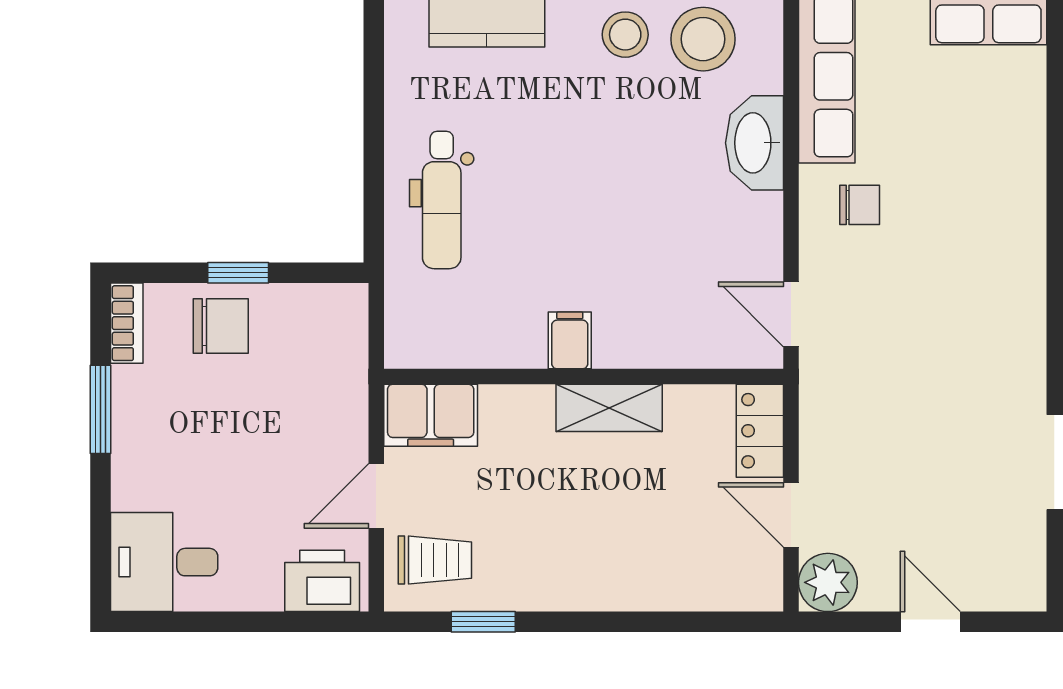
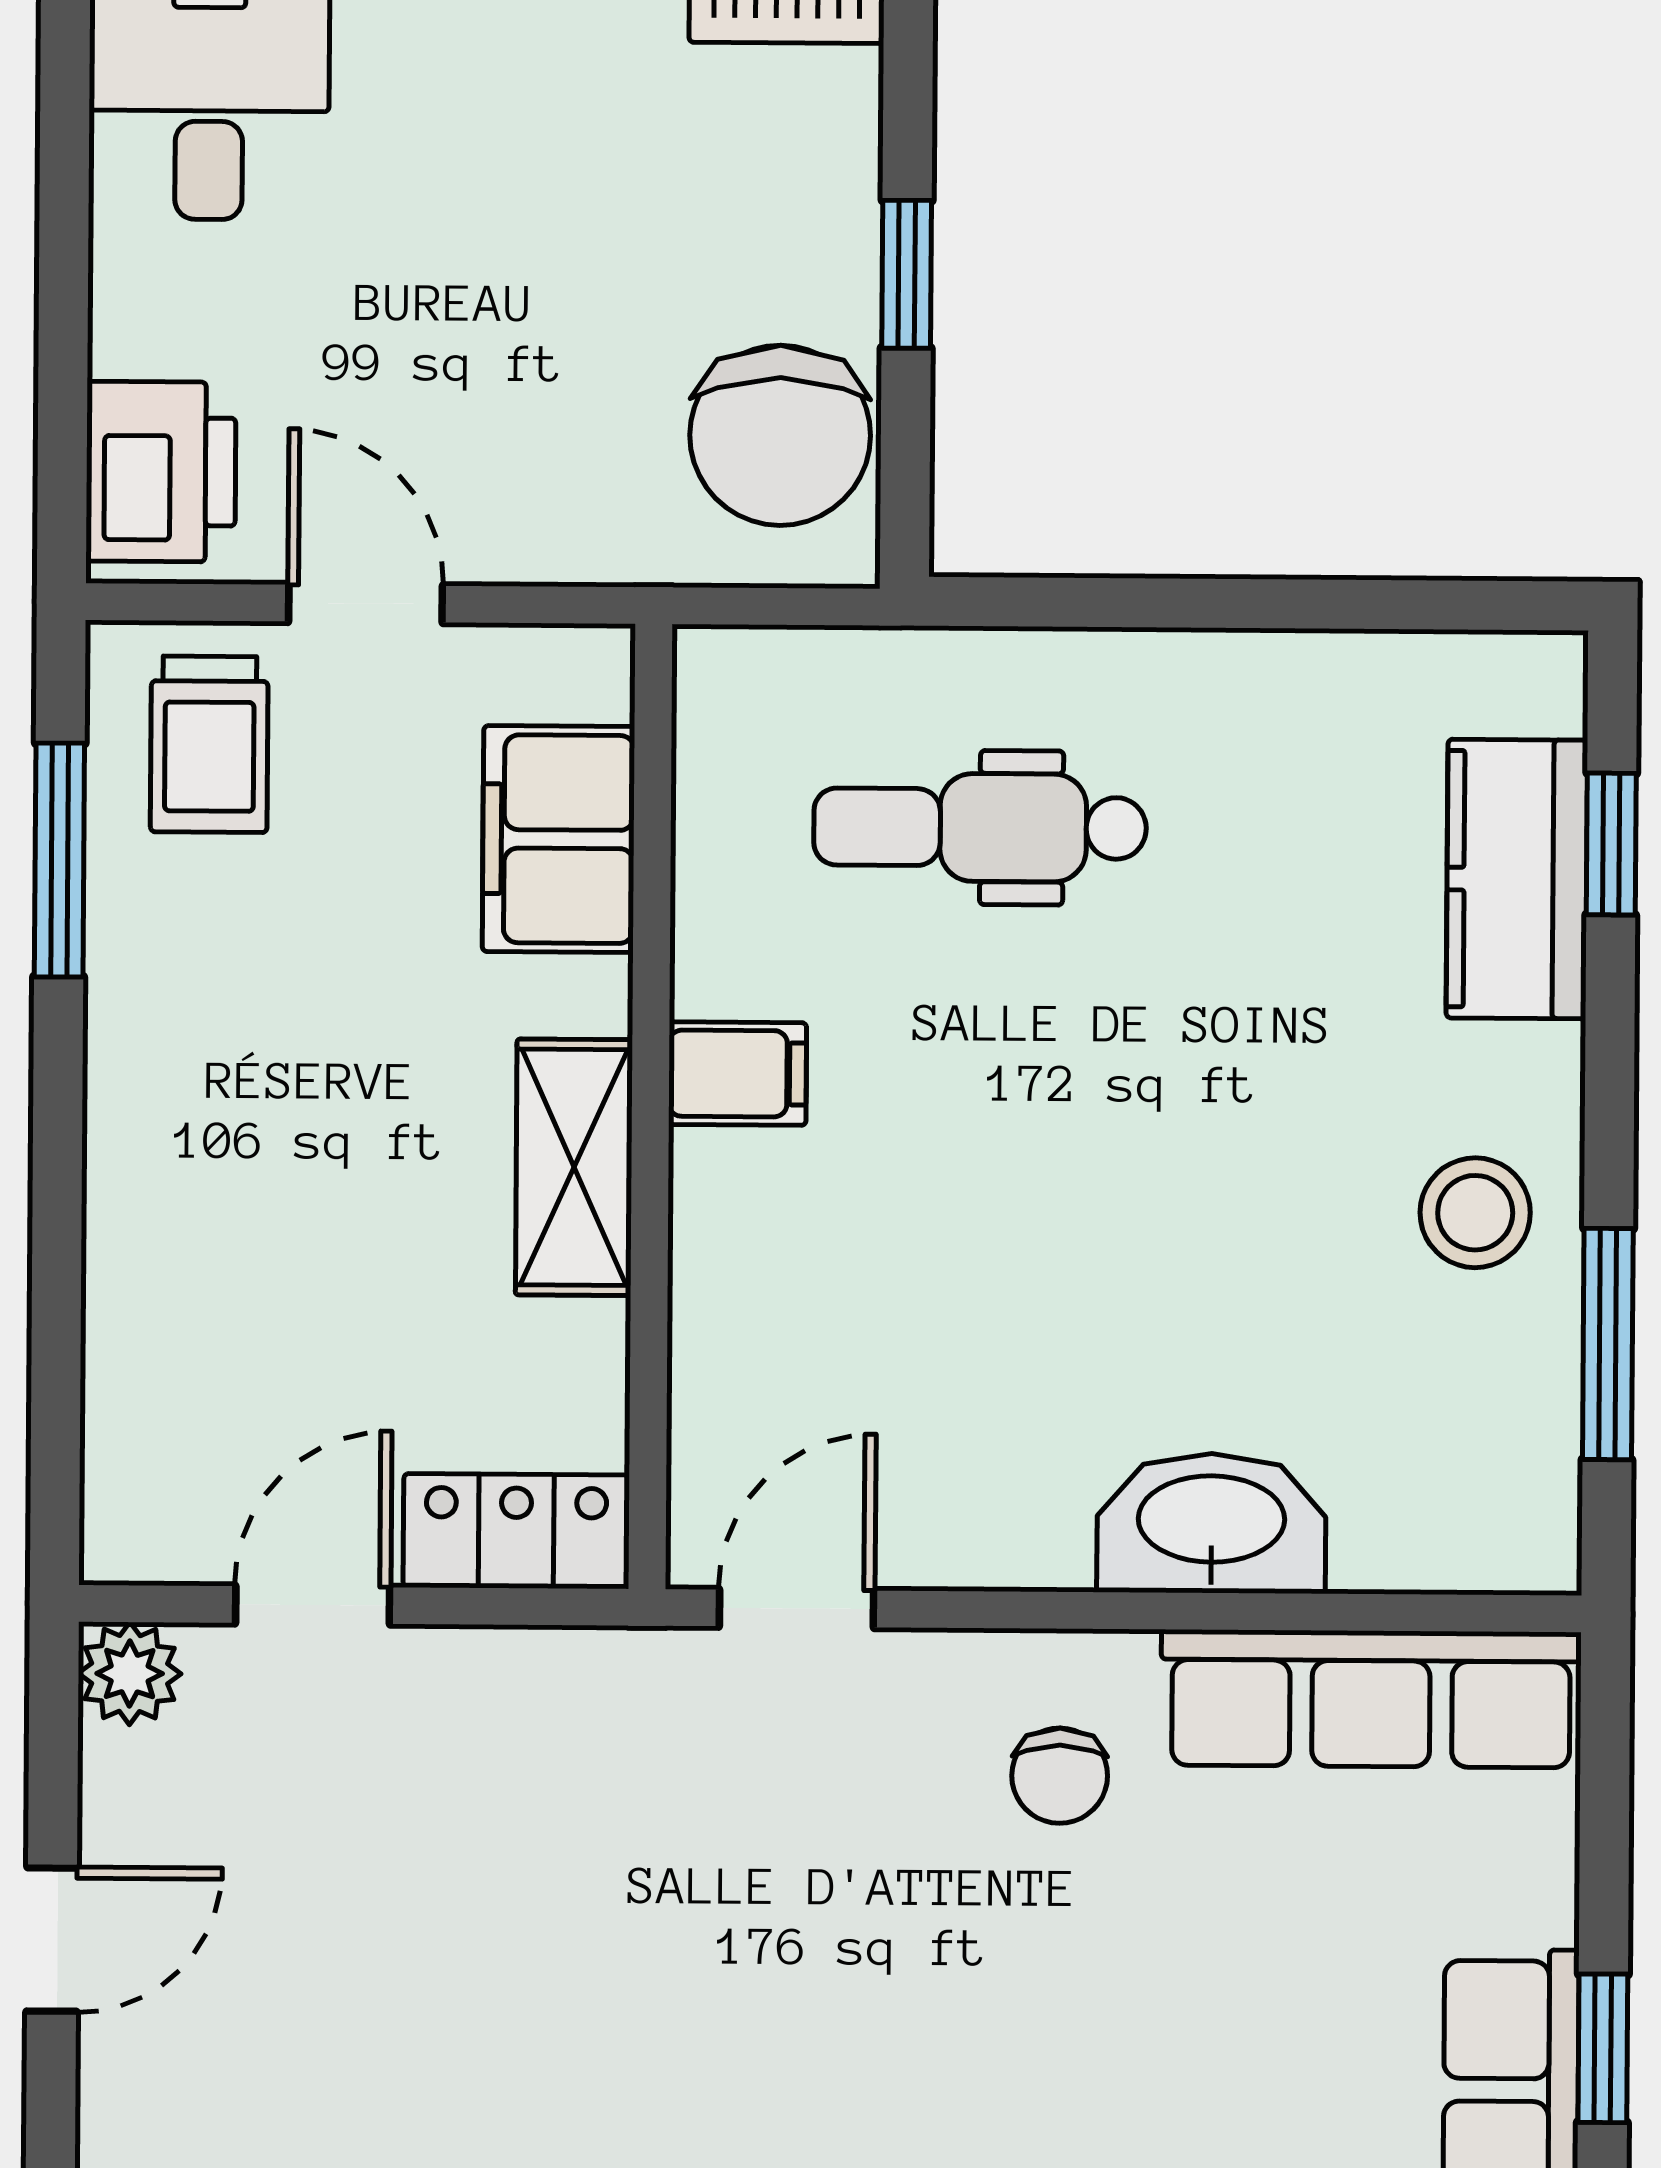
stool: (703, 39) -> (1463, 1400), removed
dental chair: (442, 200) -> (980, 827), moved
chair: (221, 326) -> (780, 435), moved, width x1.37, depth x1.37
filing cabinet: (431, 415) -> (558, 839), moved
plant: (828, 582) -> (130, 1674), width x0.73, depth x0.73
window: (483, 622) -> (59, 860), width x1.50

